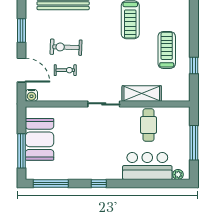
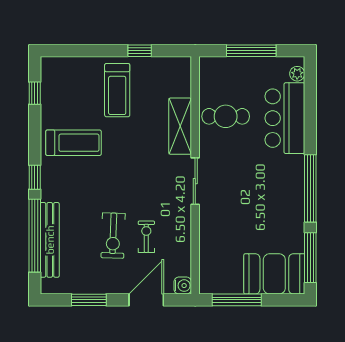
treadmill: (167, 50) -> (117, 90), turned -90
booth: (40, 139) -> (274, 274), moved
window: (22, 151) -> (237, 300), moved
window: (99, 184) -> (310, 188), width x3.17

